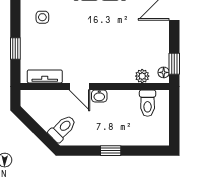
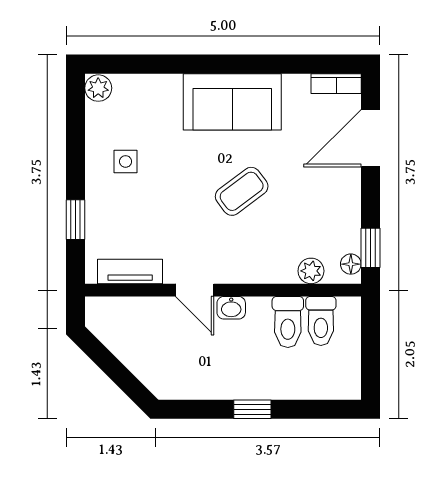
coffee table: (105, 33) -> (242, 191), added
toilet: (62, 128) -> (288, 322), moved, turned 135

